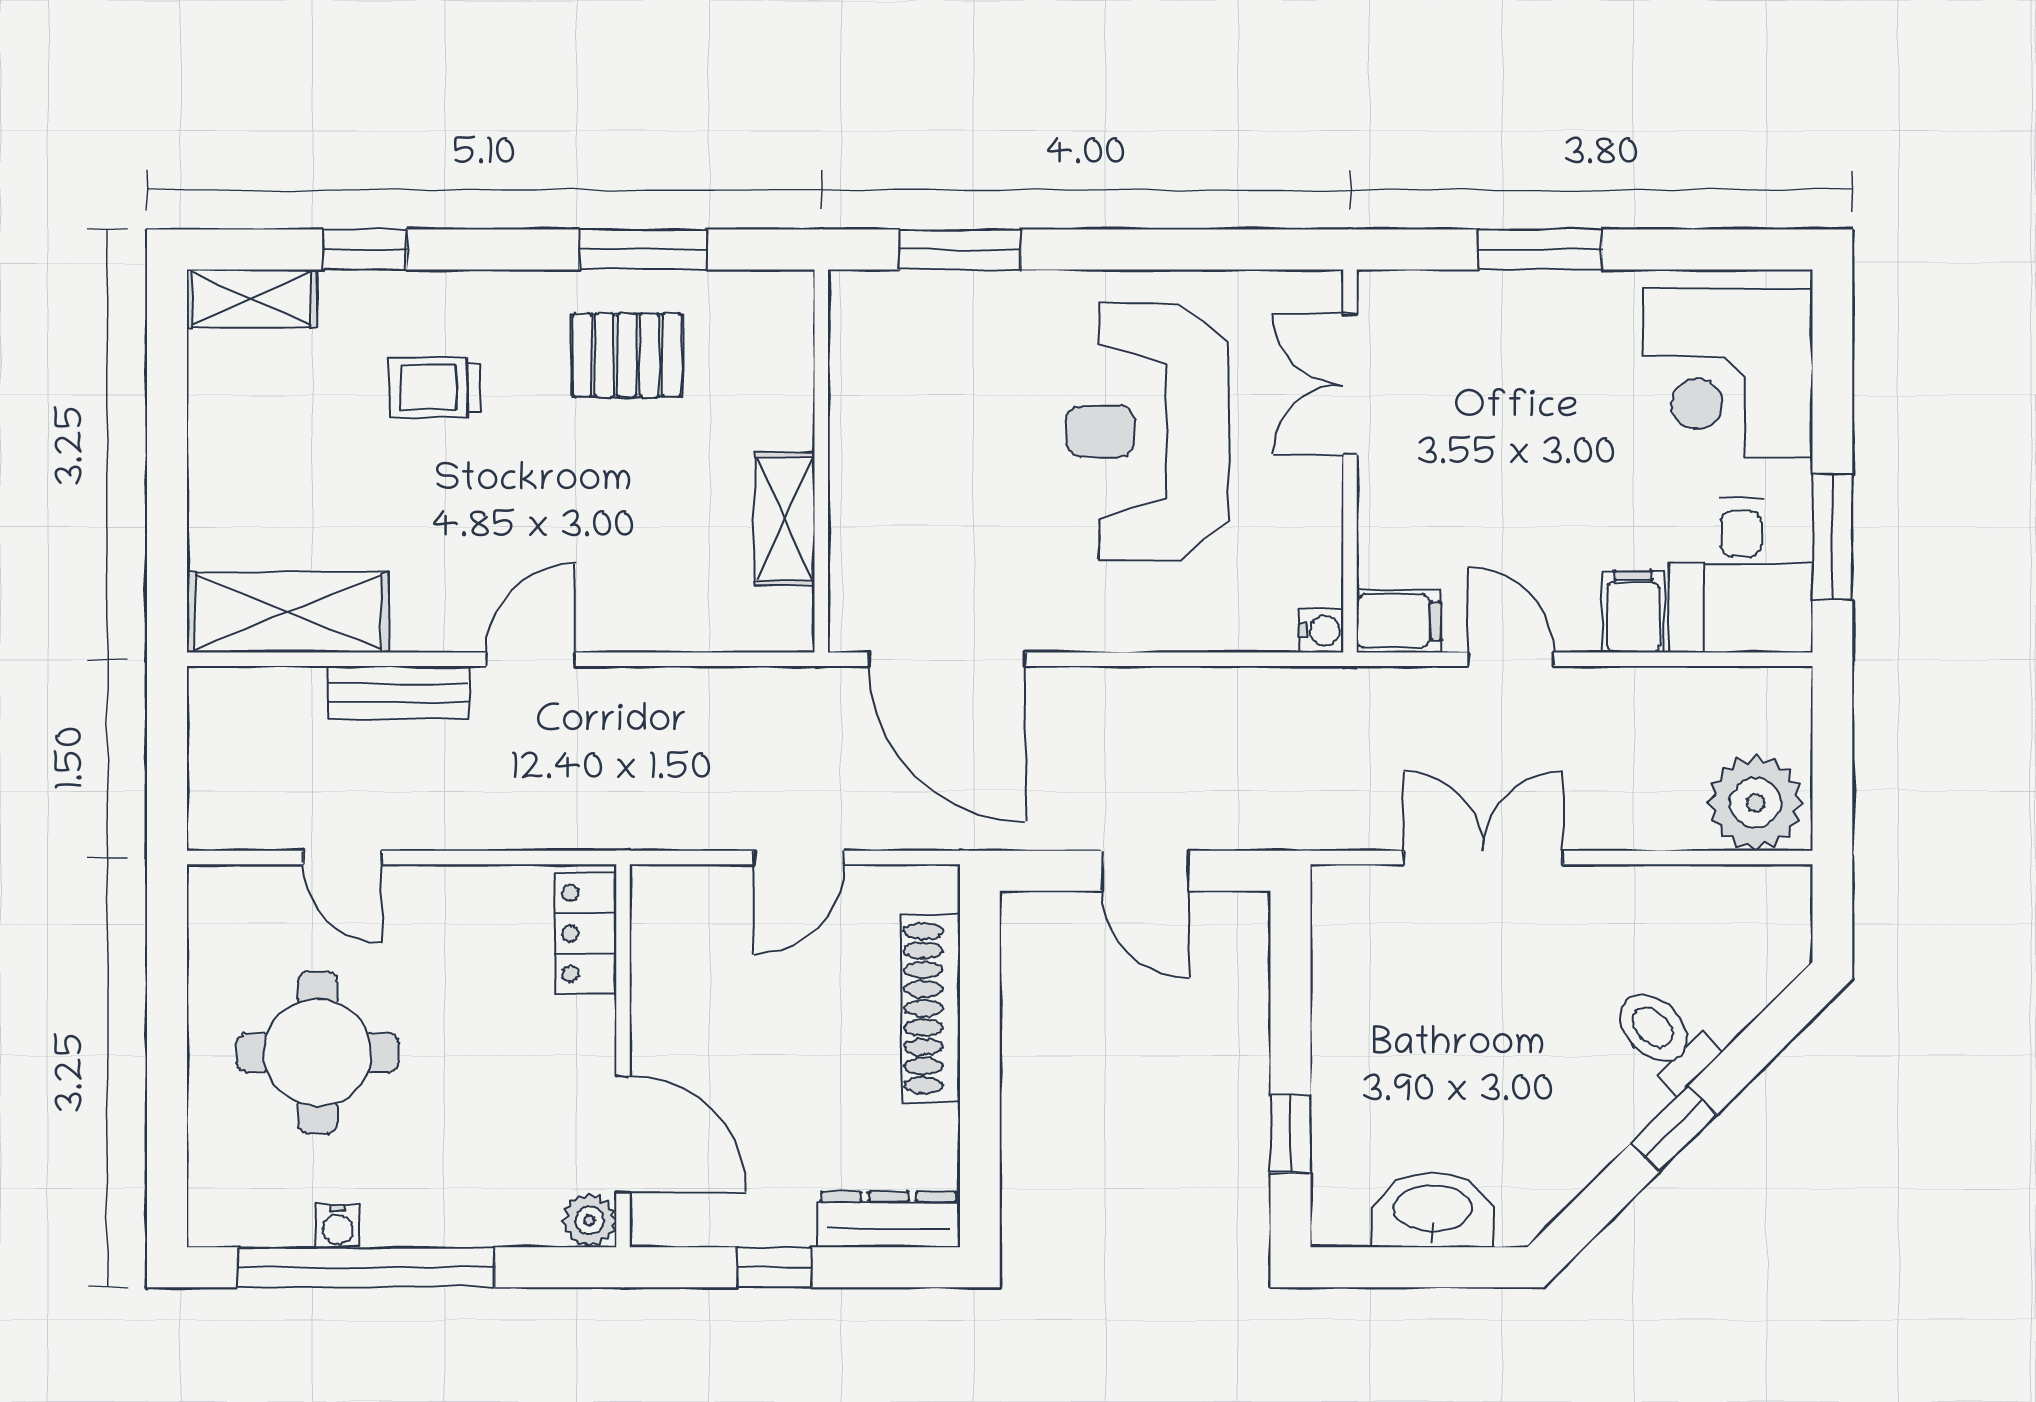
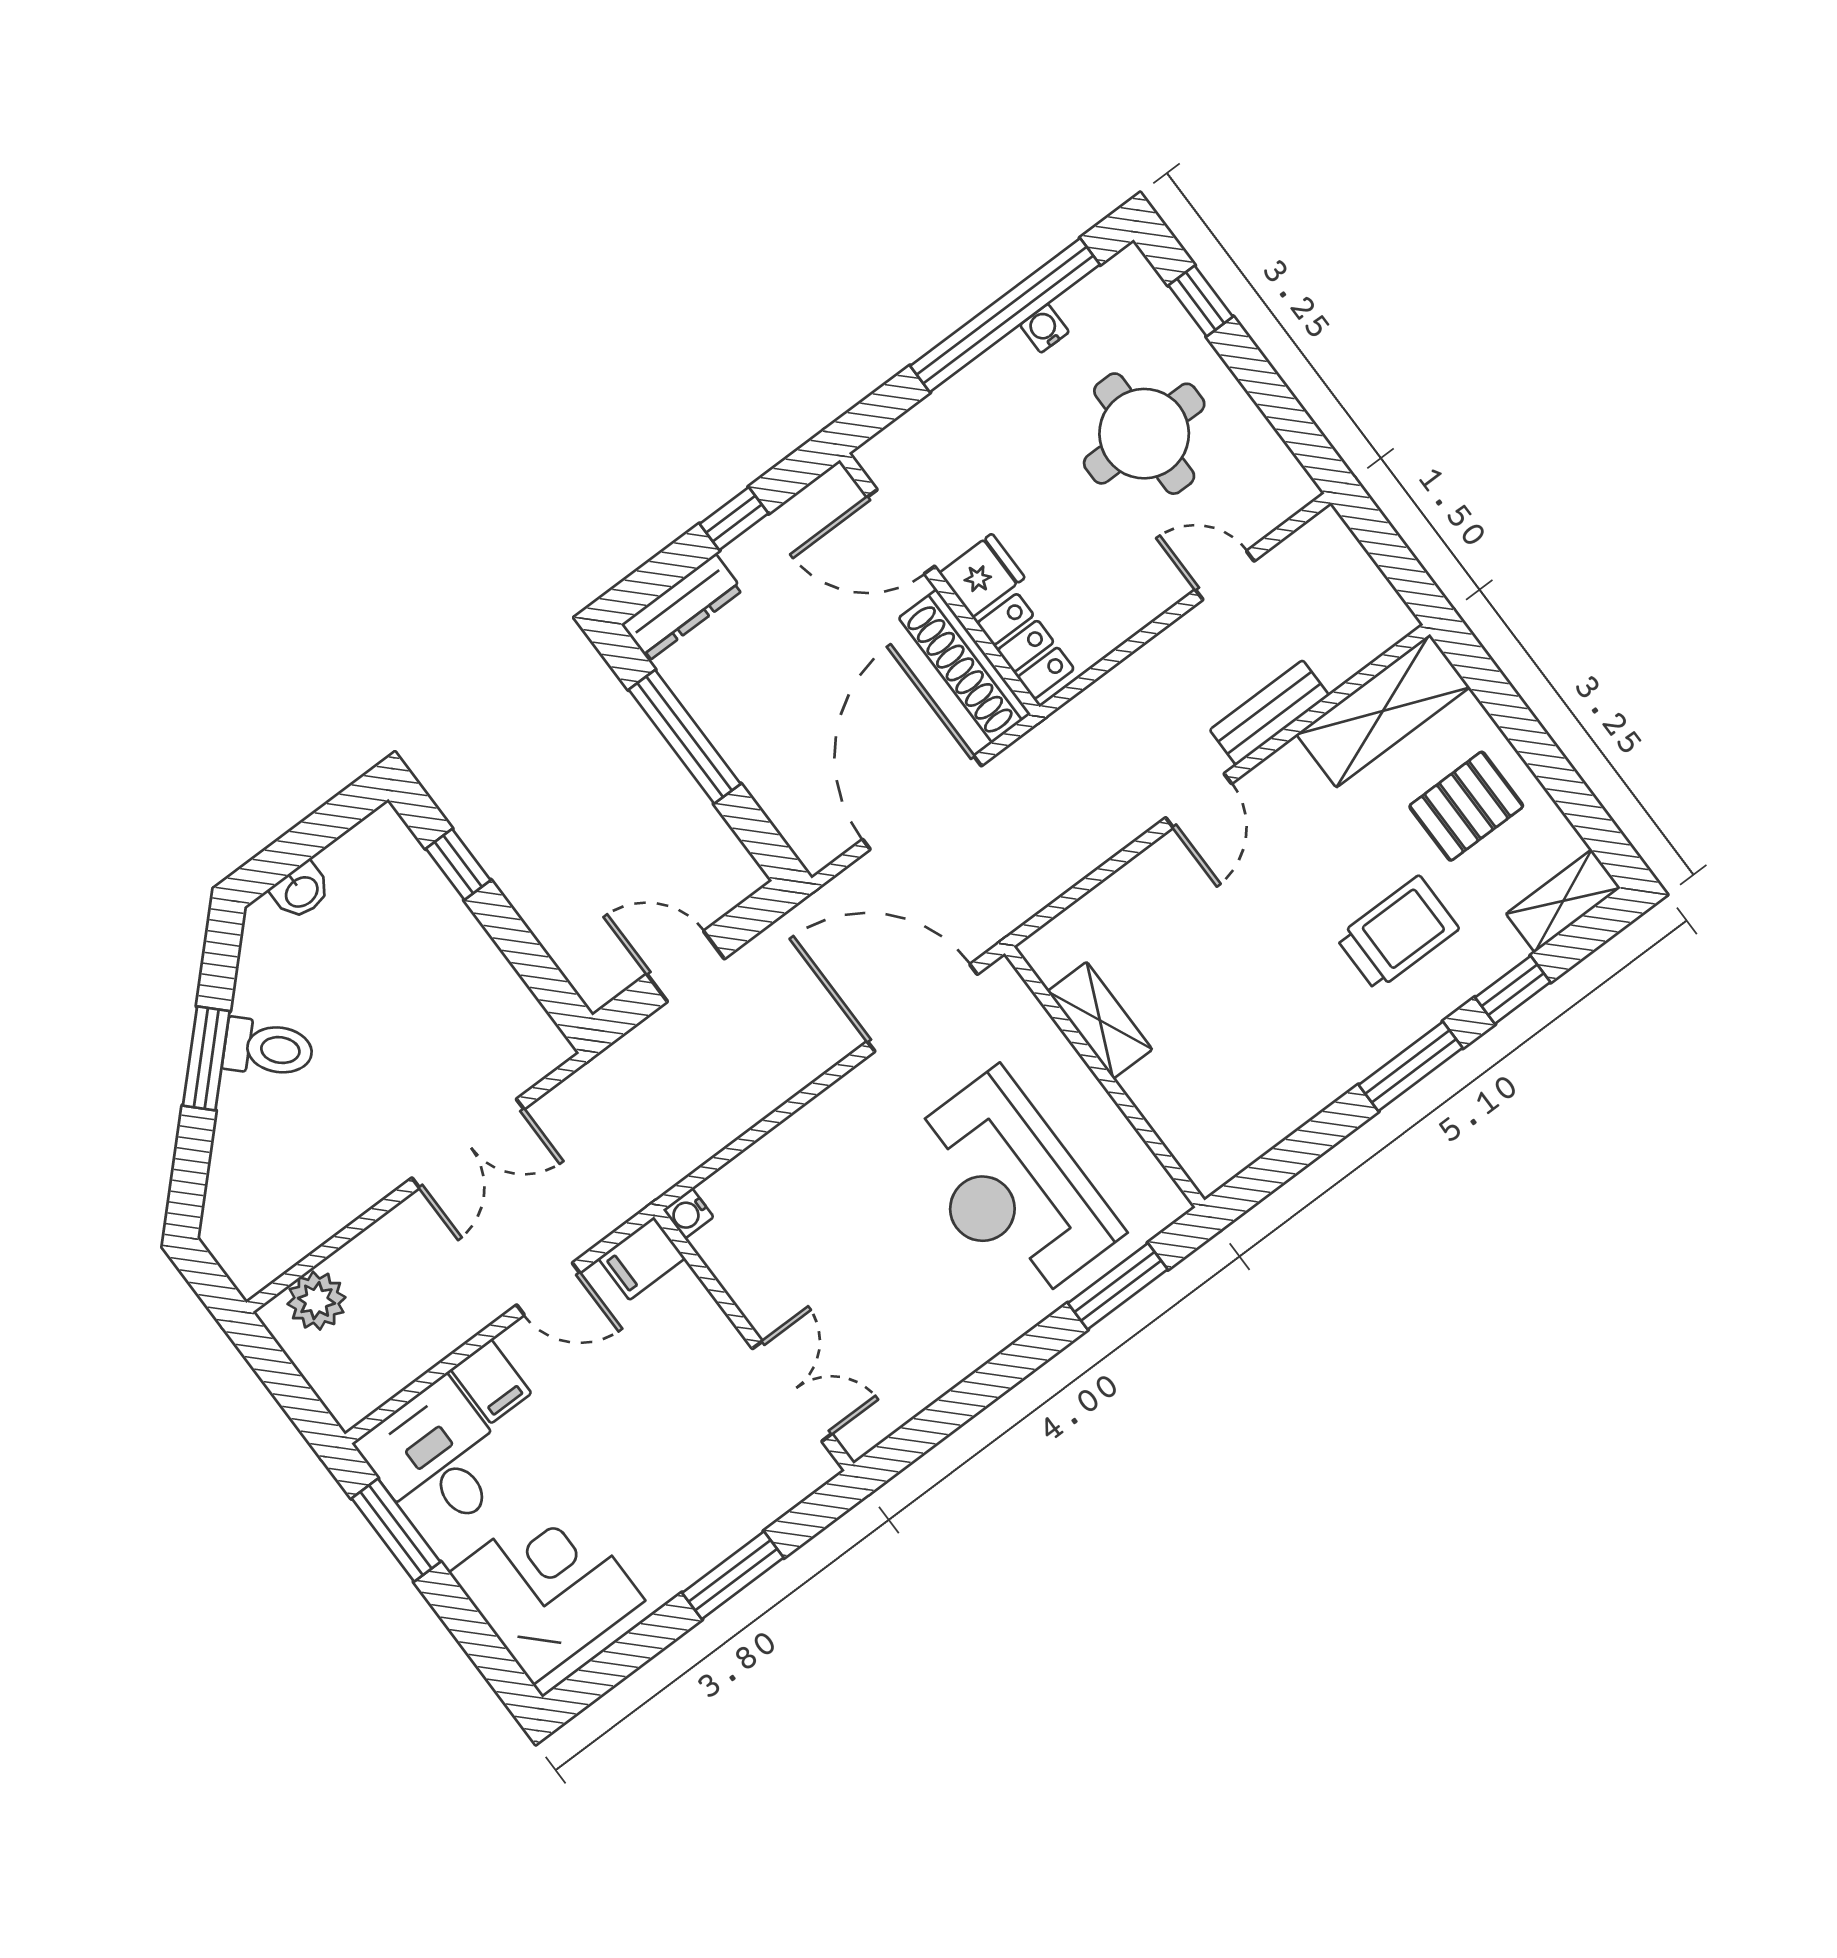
window: (643, 250) -> (1411, 1066), moved
pallet: (627, 355) -> (1466, 806), moved
trolley: (435, 388) -> (1398, 933), width x1.36, depth x1.39
reception desk: (1147, 431) -> (1010, 1188), moved, turned 180
plant: (1756, 803) -> (317, 1301), width x0.73, depth x0.73
door: (799, 858) -> (922, 803), width x1.88
shoe rack: (931, 1008) -> (965, 666), moved, turned 180
fridge: (576, 1033) -> (982, 575), added
toilet: (1663, 1037) -> (268, 1048), moved
window: (980, 1093) -> (685, 737), added
window: (1674, 1129) -> (206, 1058), width x1.50
window: (167, 1139) -> (1201, 301), added
washbasin: (1432, 1210) -> (301, 891), width x0.52, depth x0.69
plant: (589, 1220) -> (880, 458), removed

